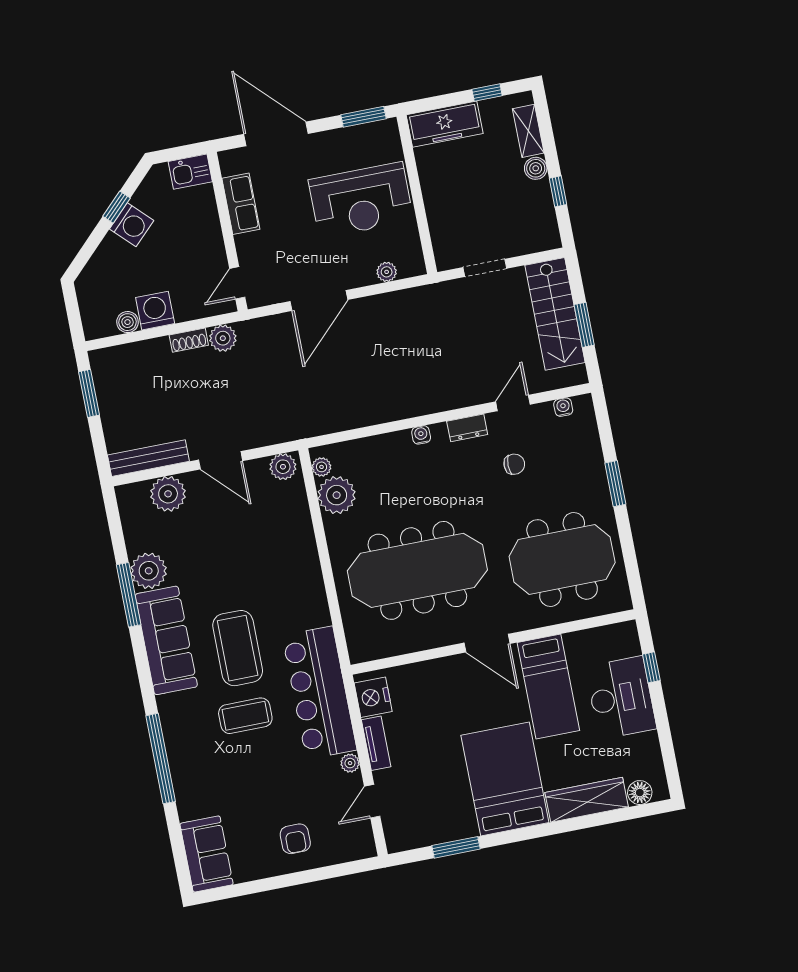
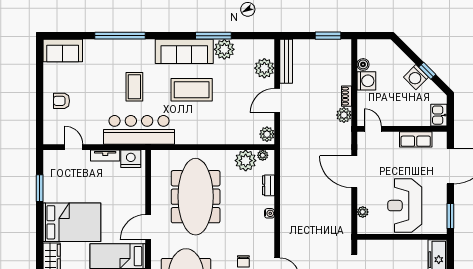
dresser: (467, 428) -> (268, 185), moved
coffee table: (238, 648) -> (192, 90), moved
plant: (350, 763) -> (97, 139), removed

